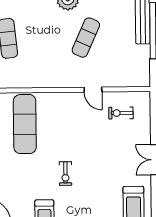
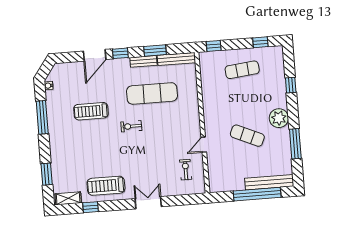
exercise mat: (25, 124) -> (152, 93), moved

